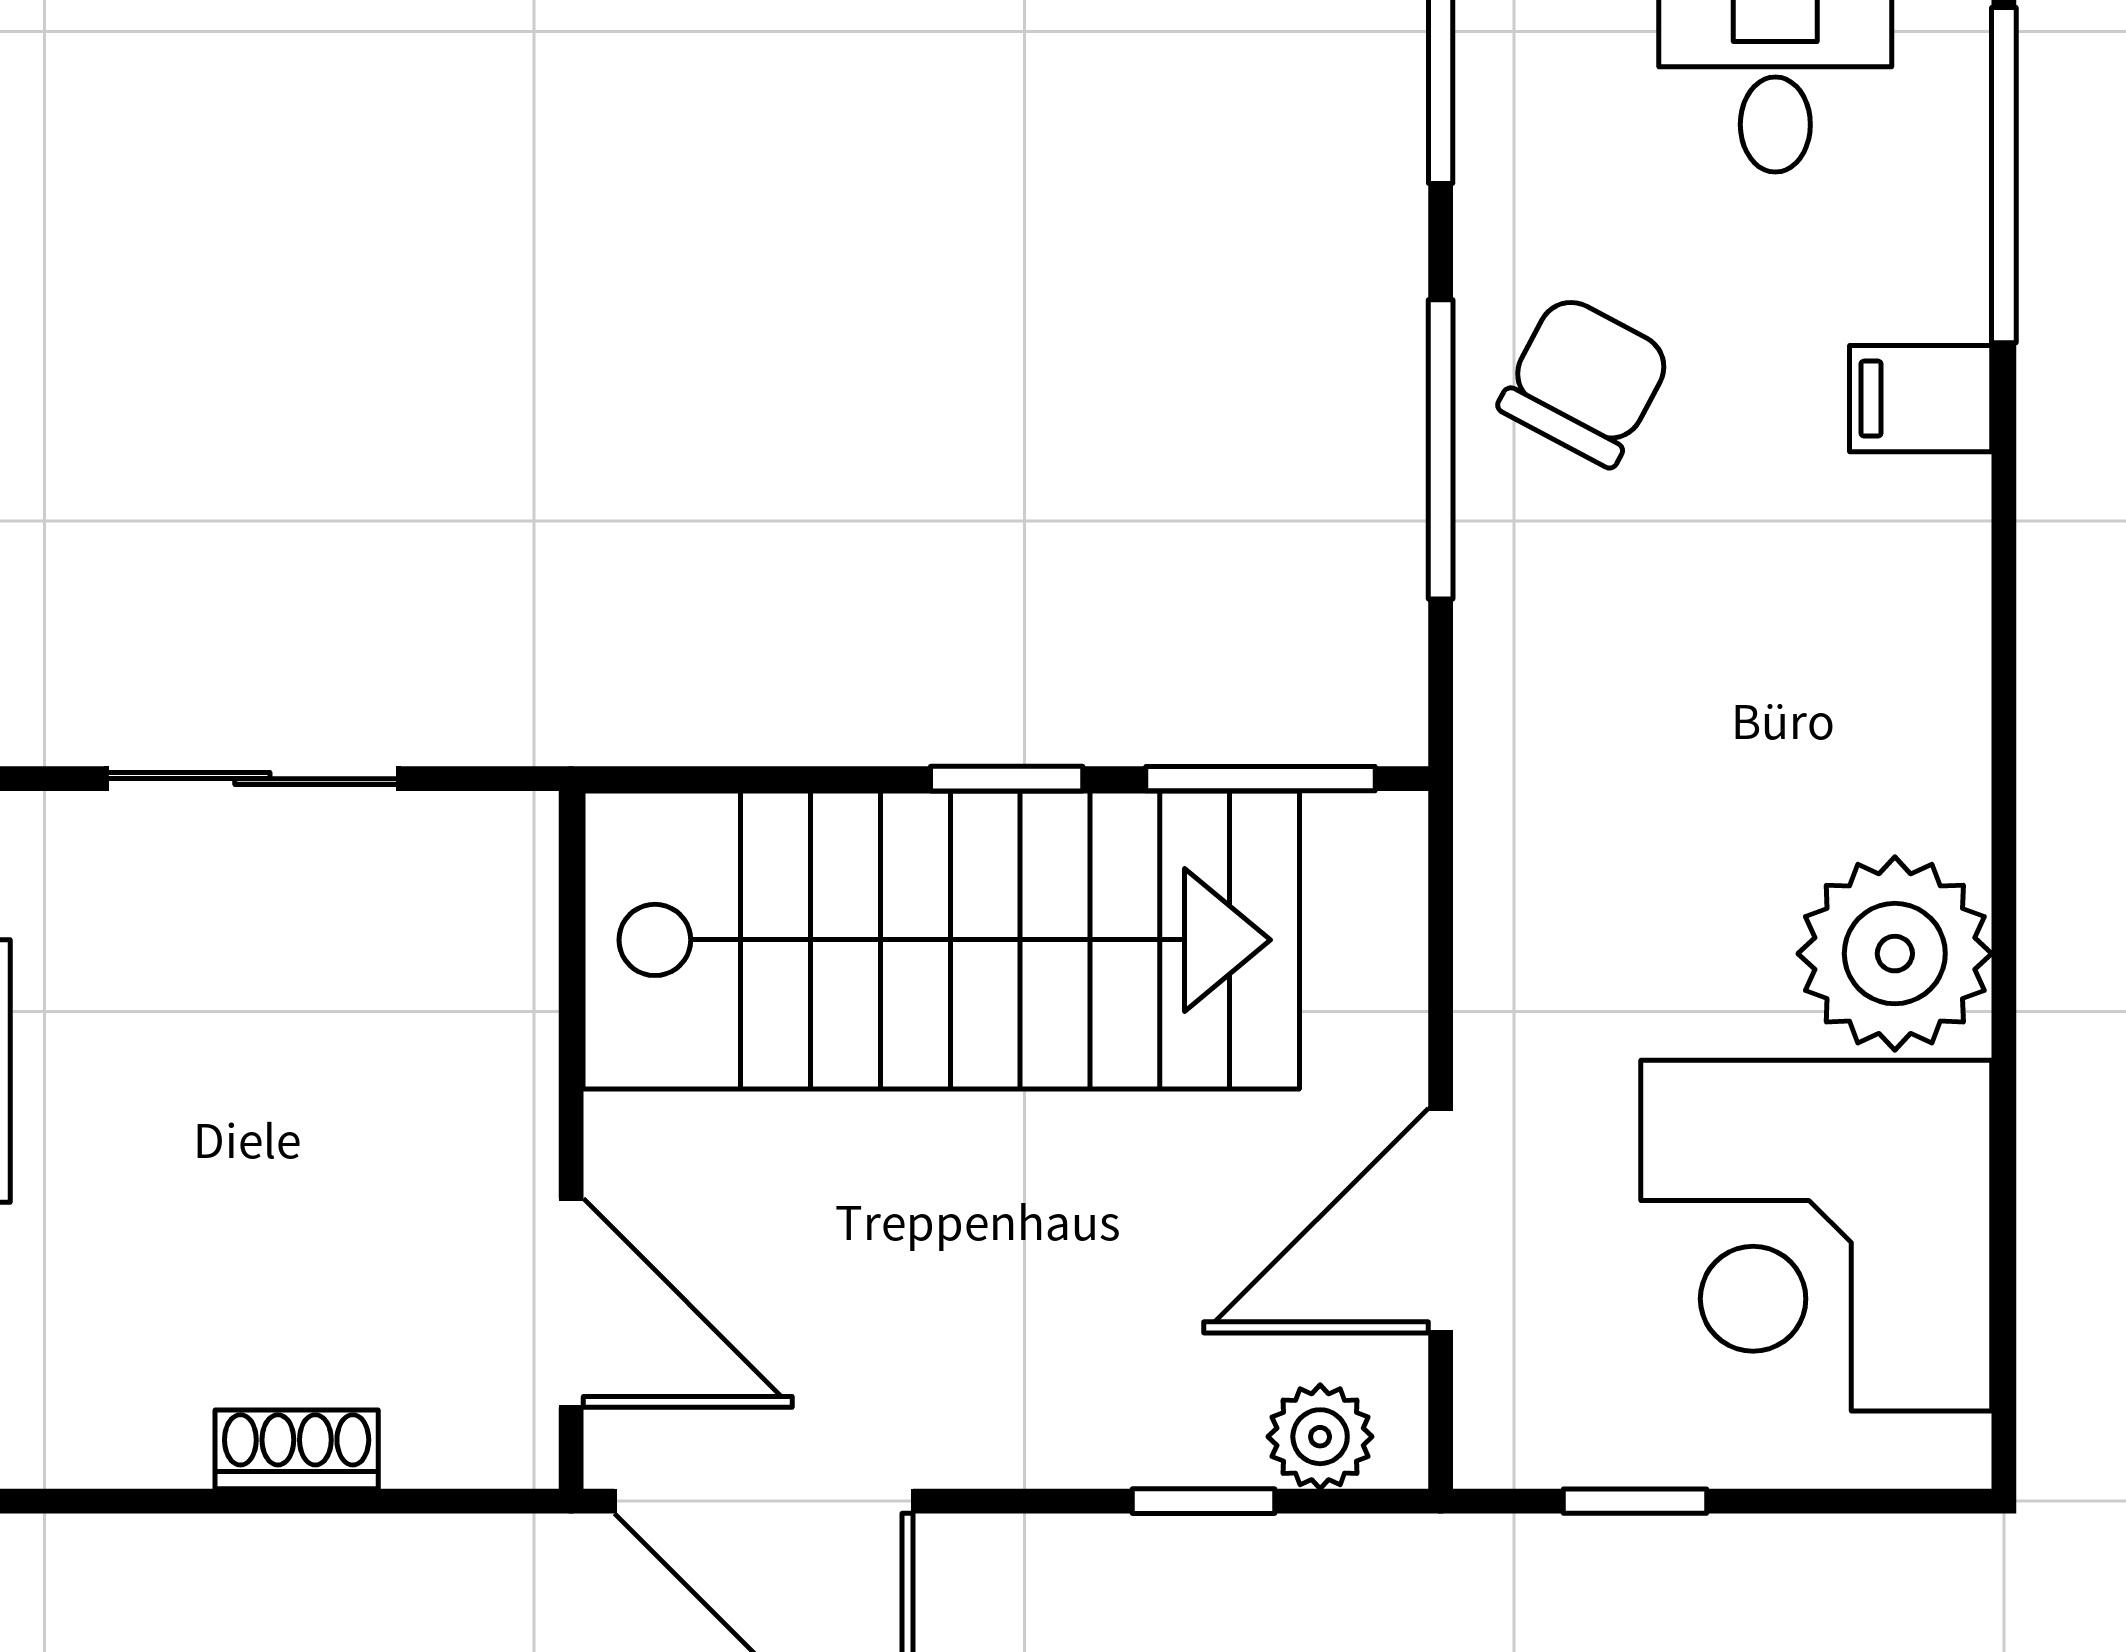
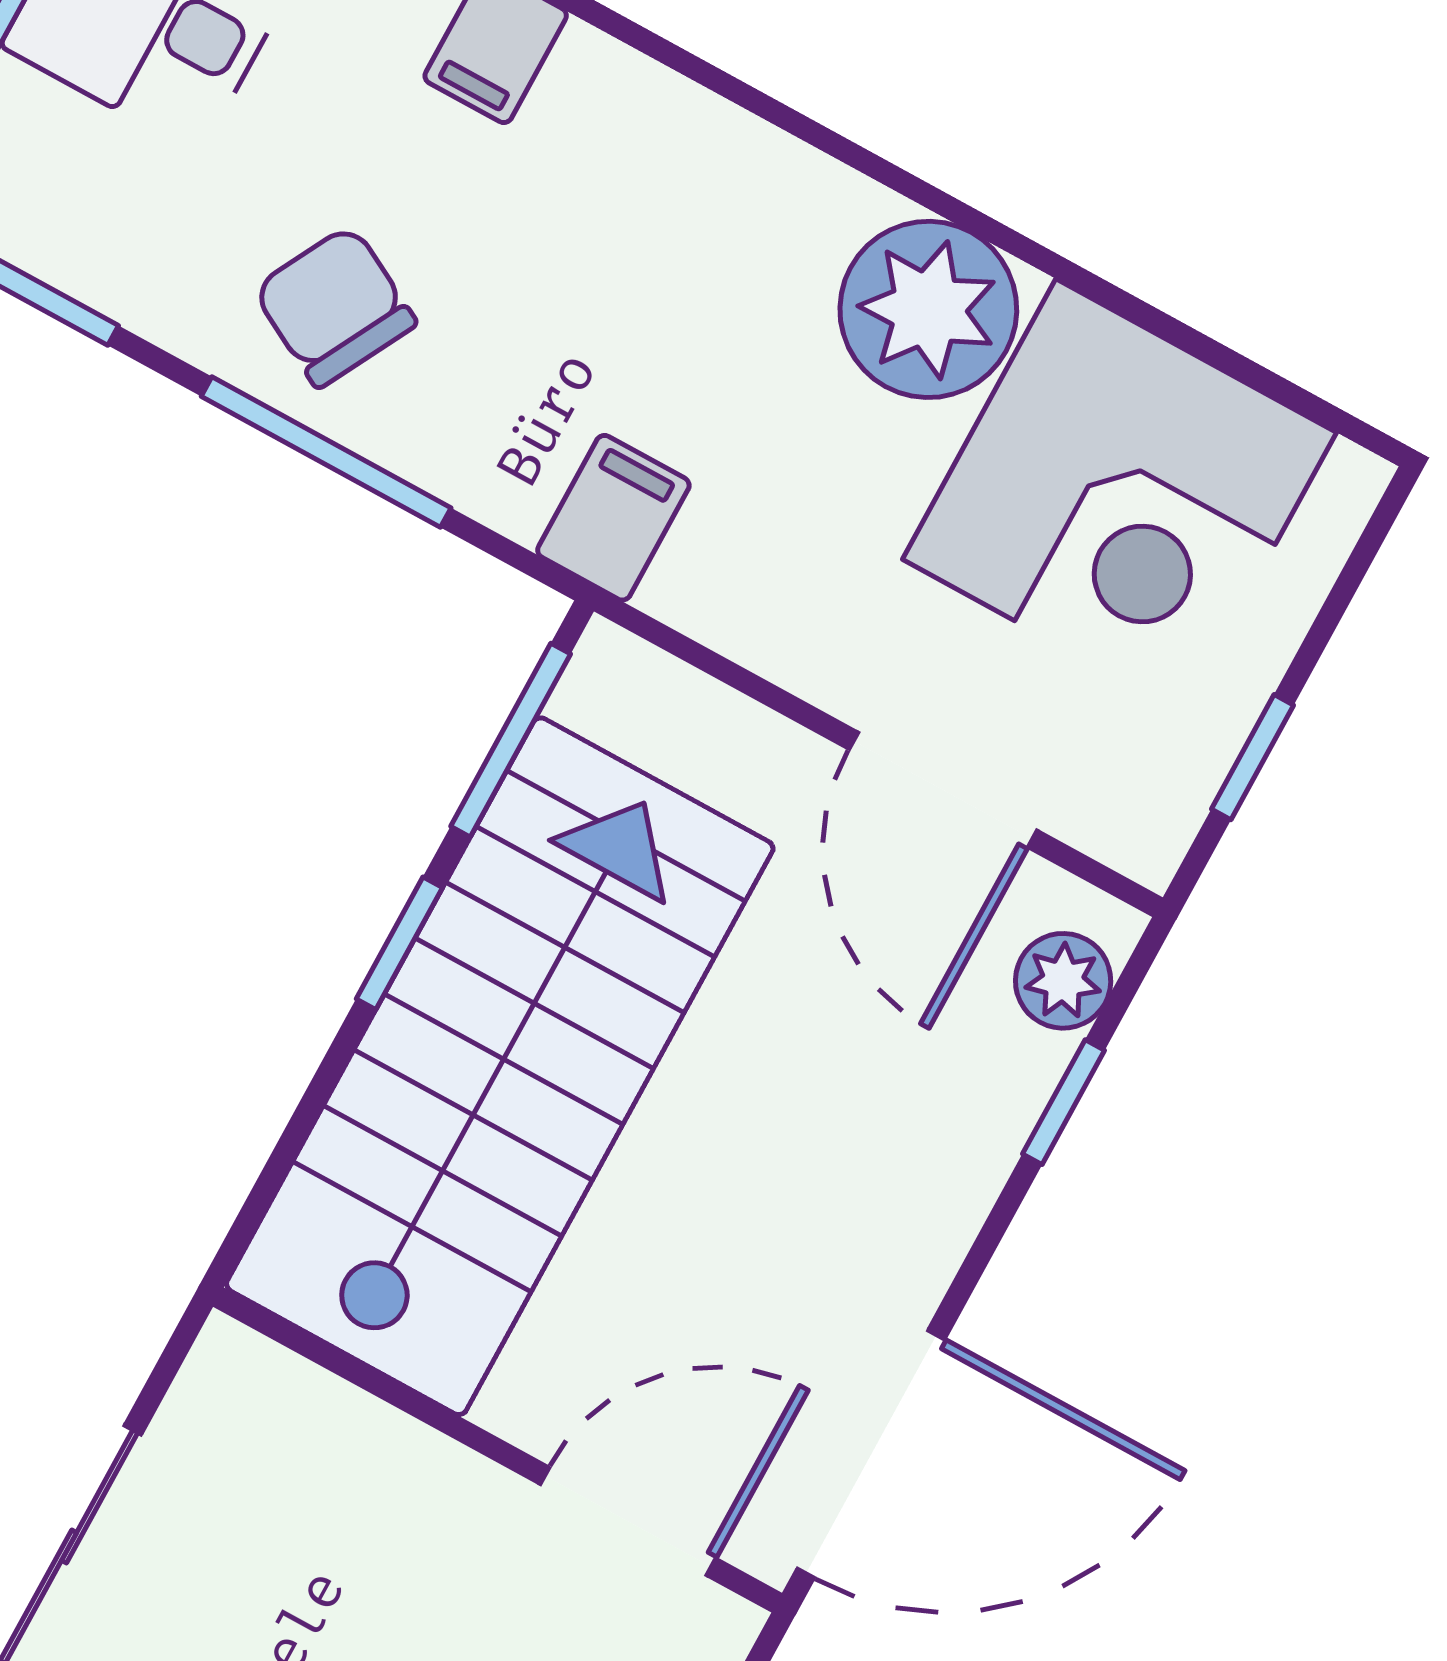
filing cabinet: (1529, 760) -> (613, 518), added

